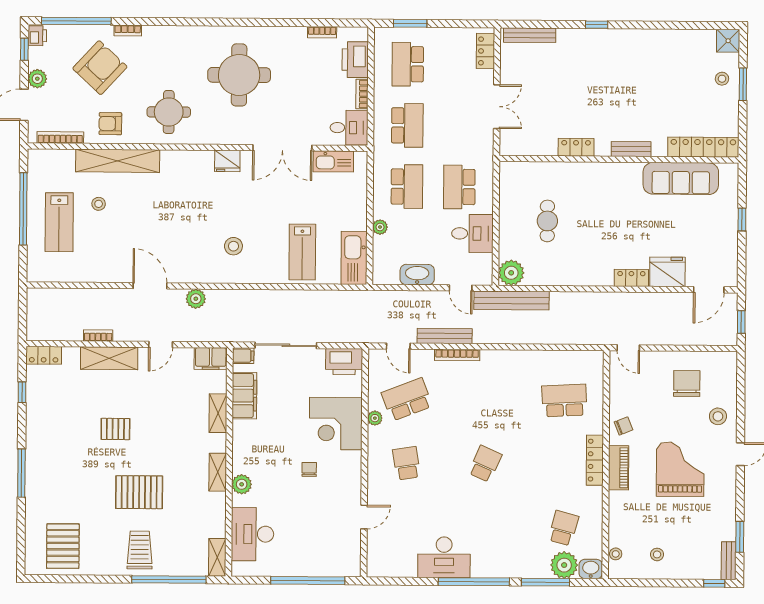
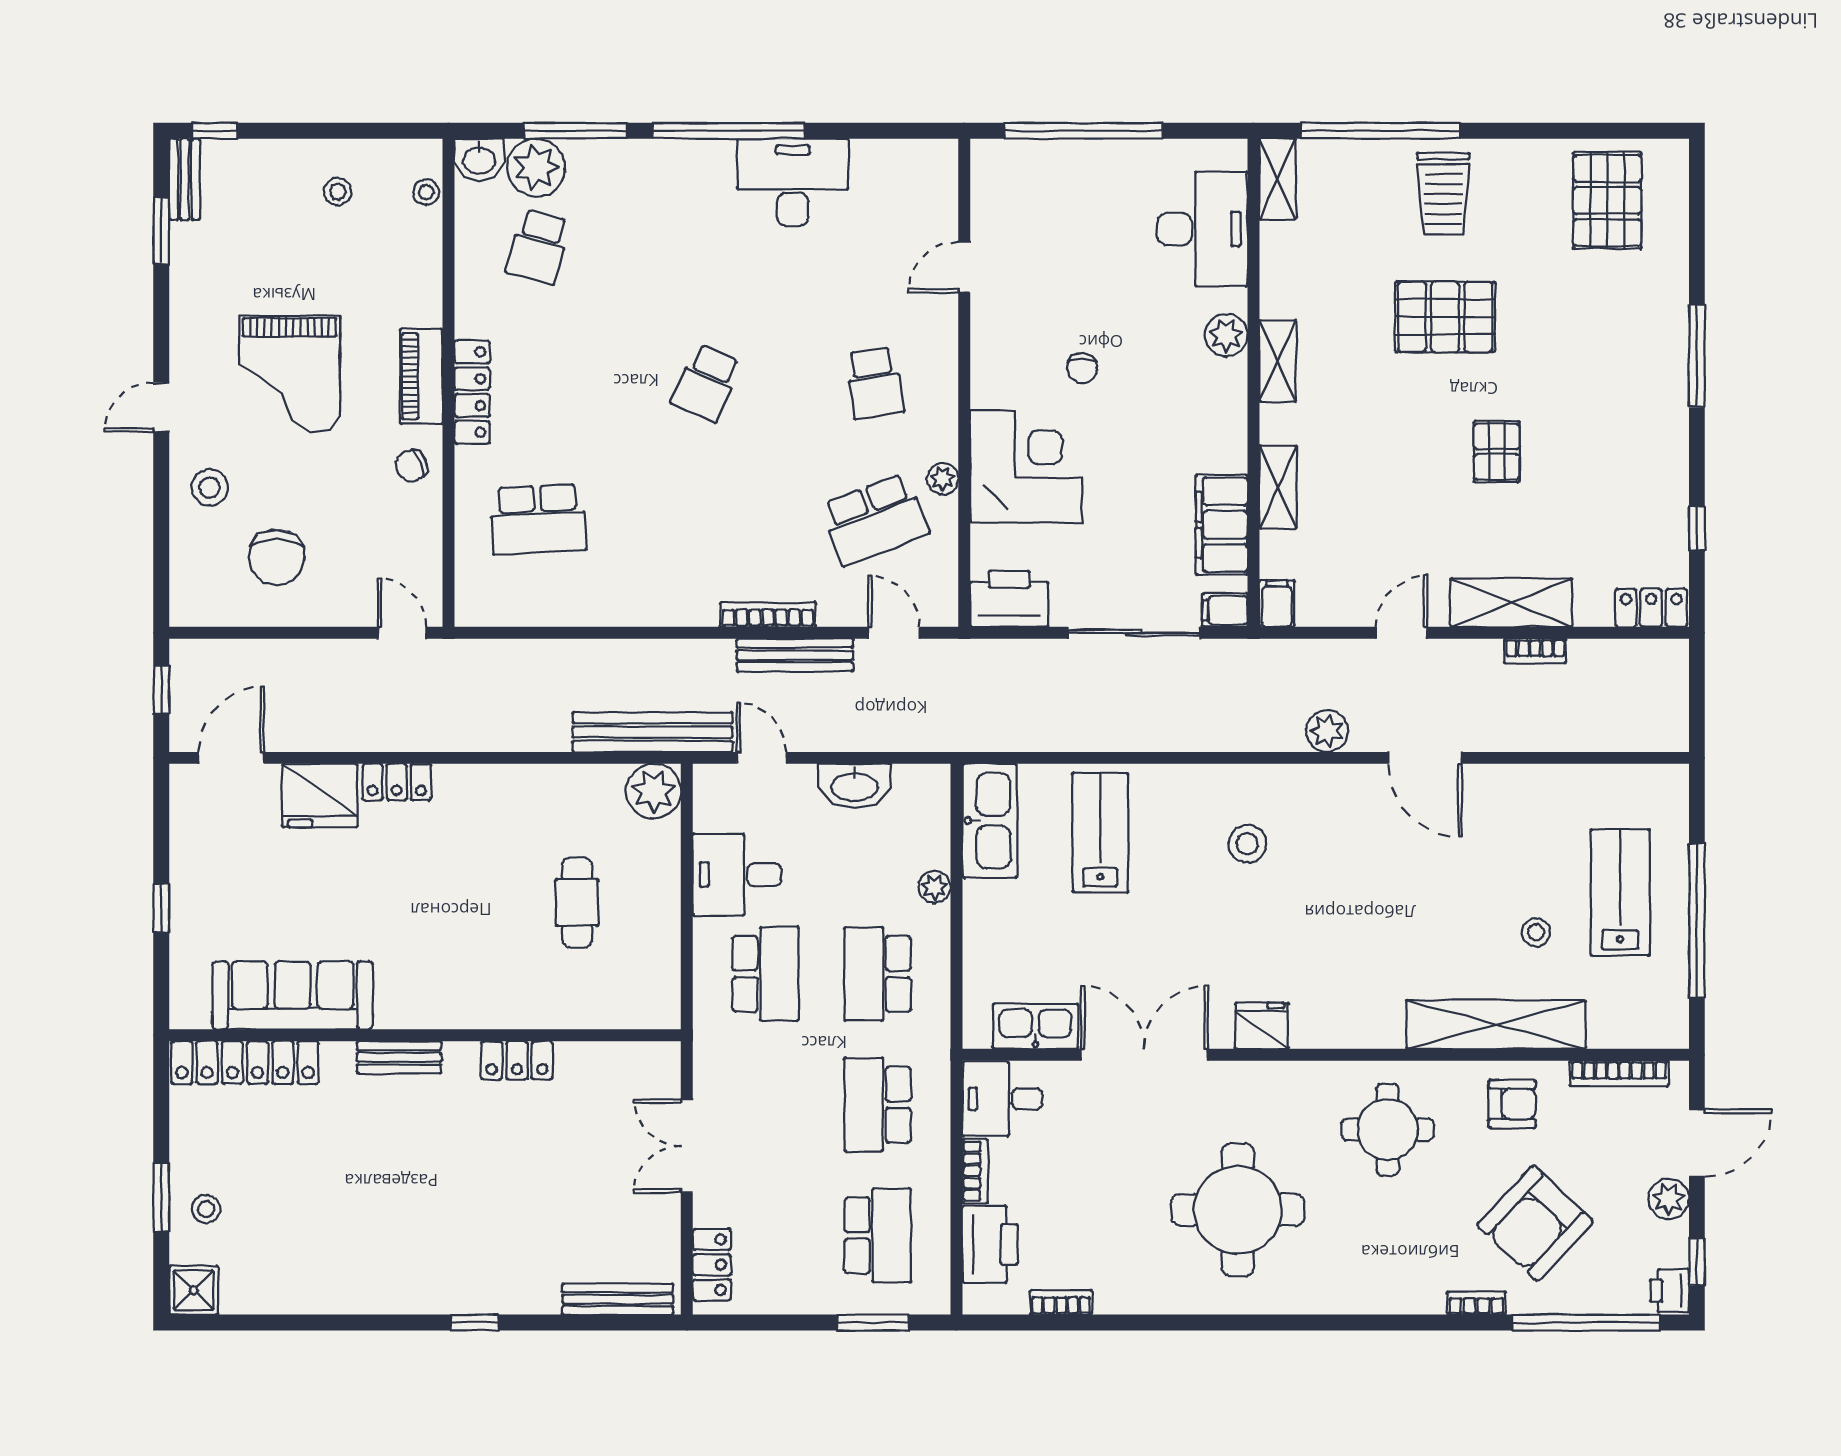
filing cabinet: (211, 359) -> (1277, 604), width x0.50
pallet: (115, 429) -> (1497, 452), turned 90

